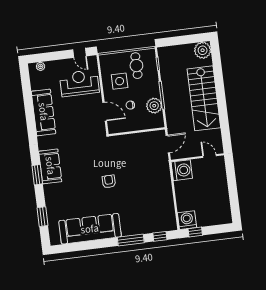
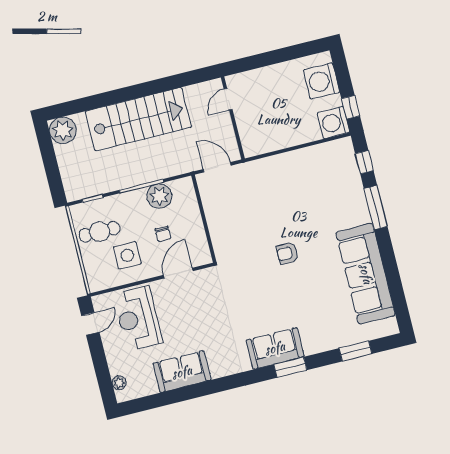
sofa: (43, 112) -> (182, 372), width x0.73
washing machine: (182, 170) -> (321, 81), moved, turned -90

